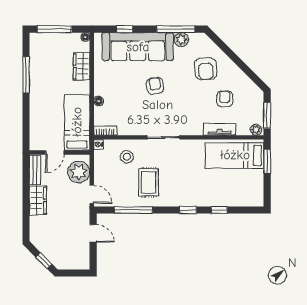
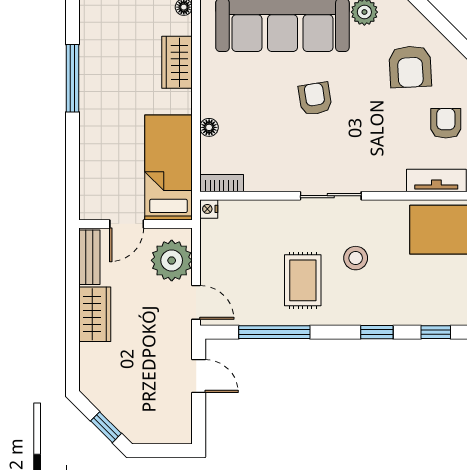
stool: (127, 157) -> (356, 258), moved

